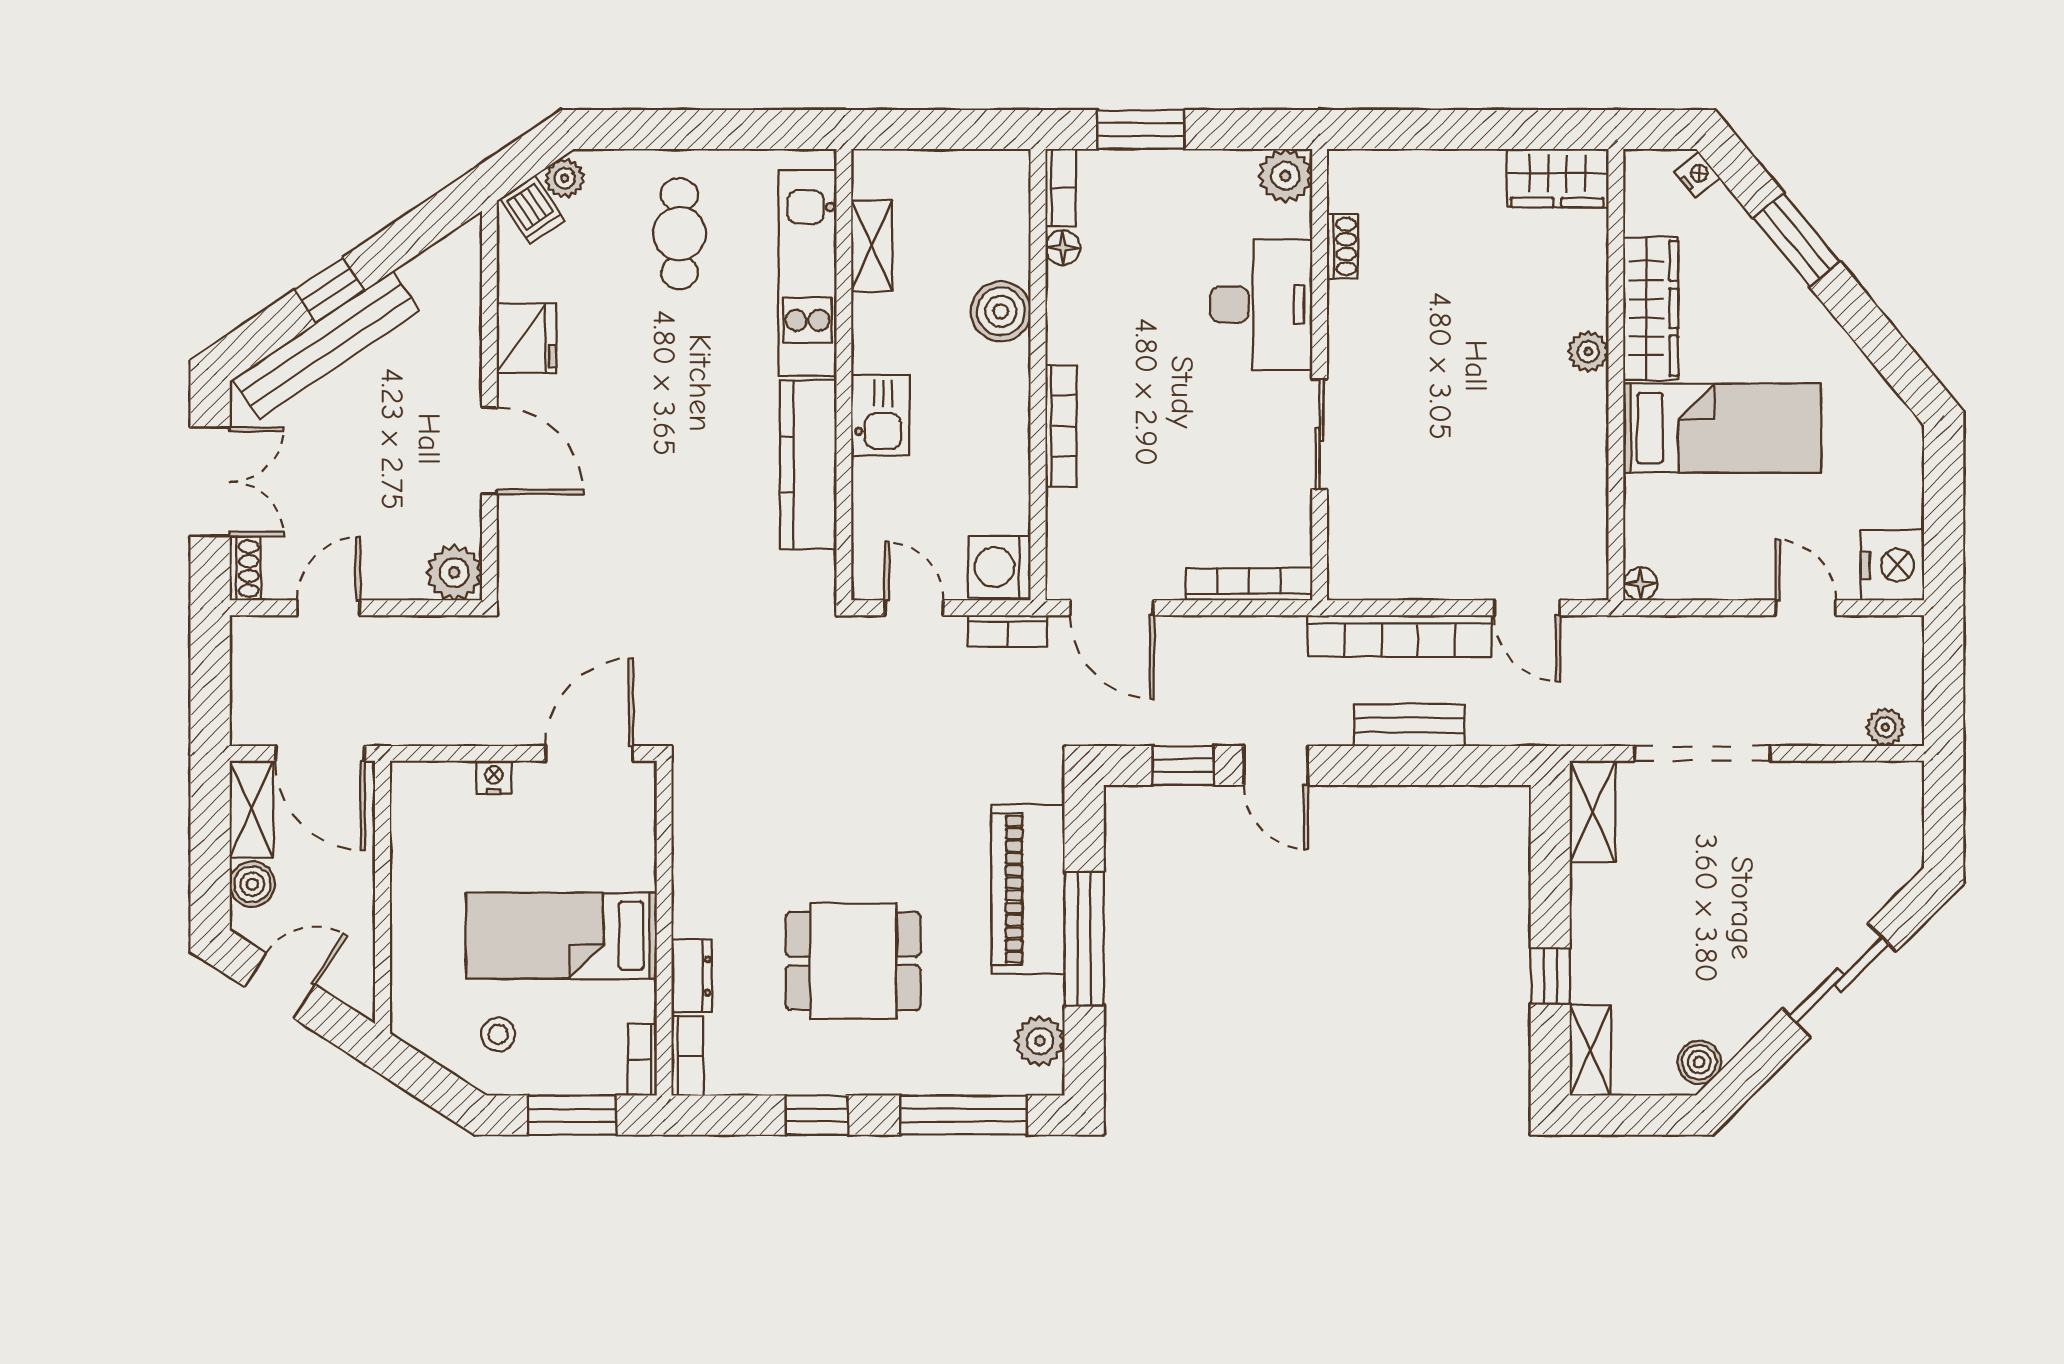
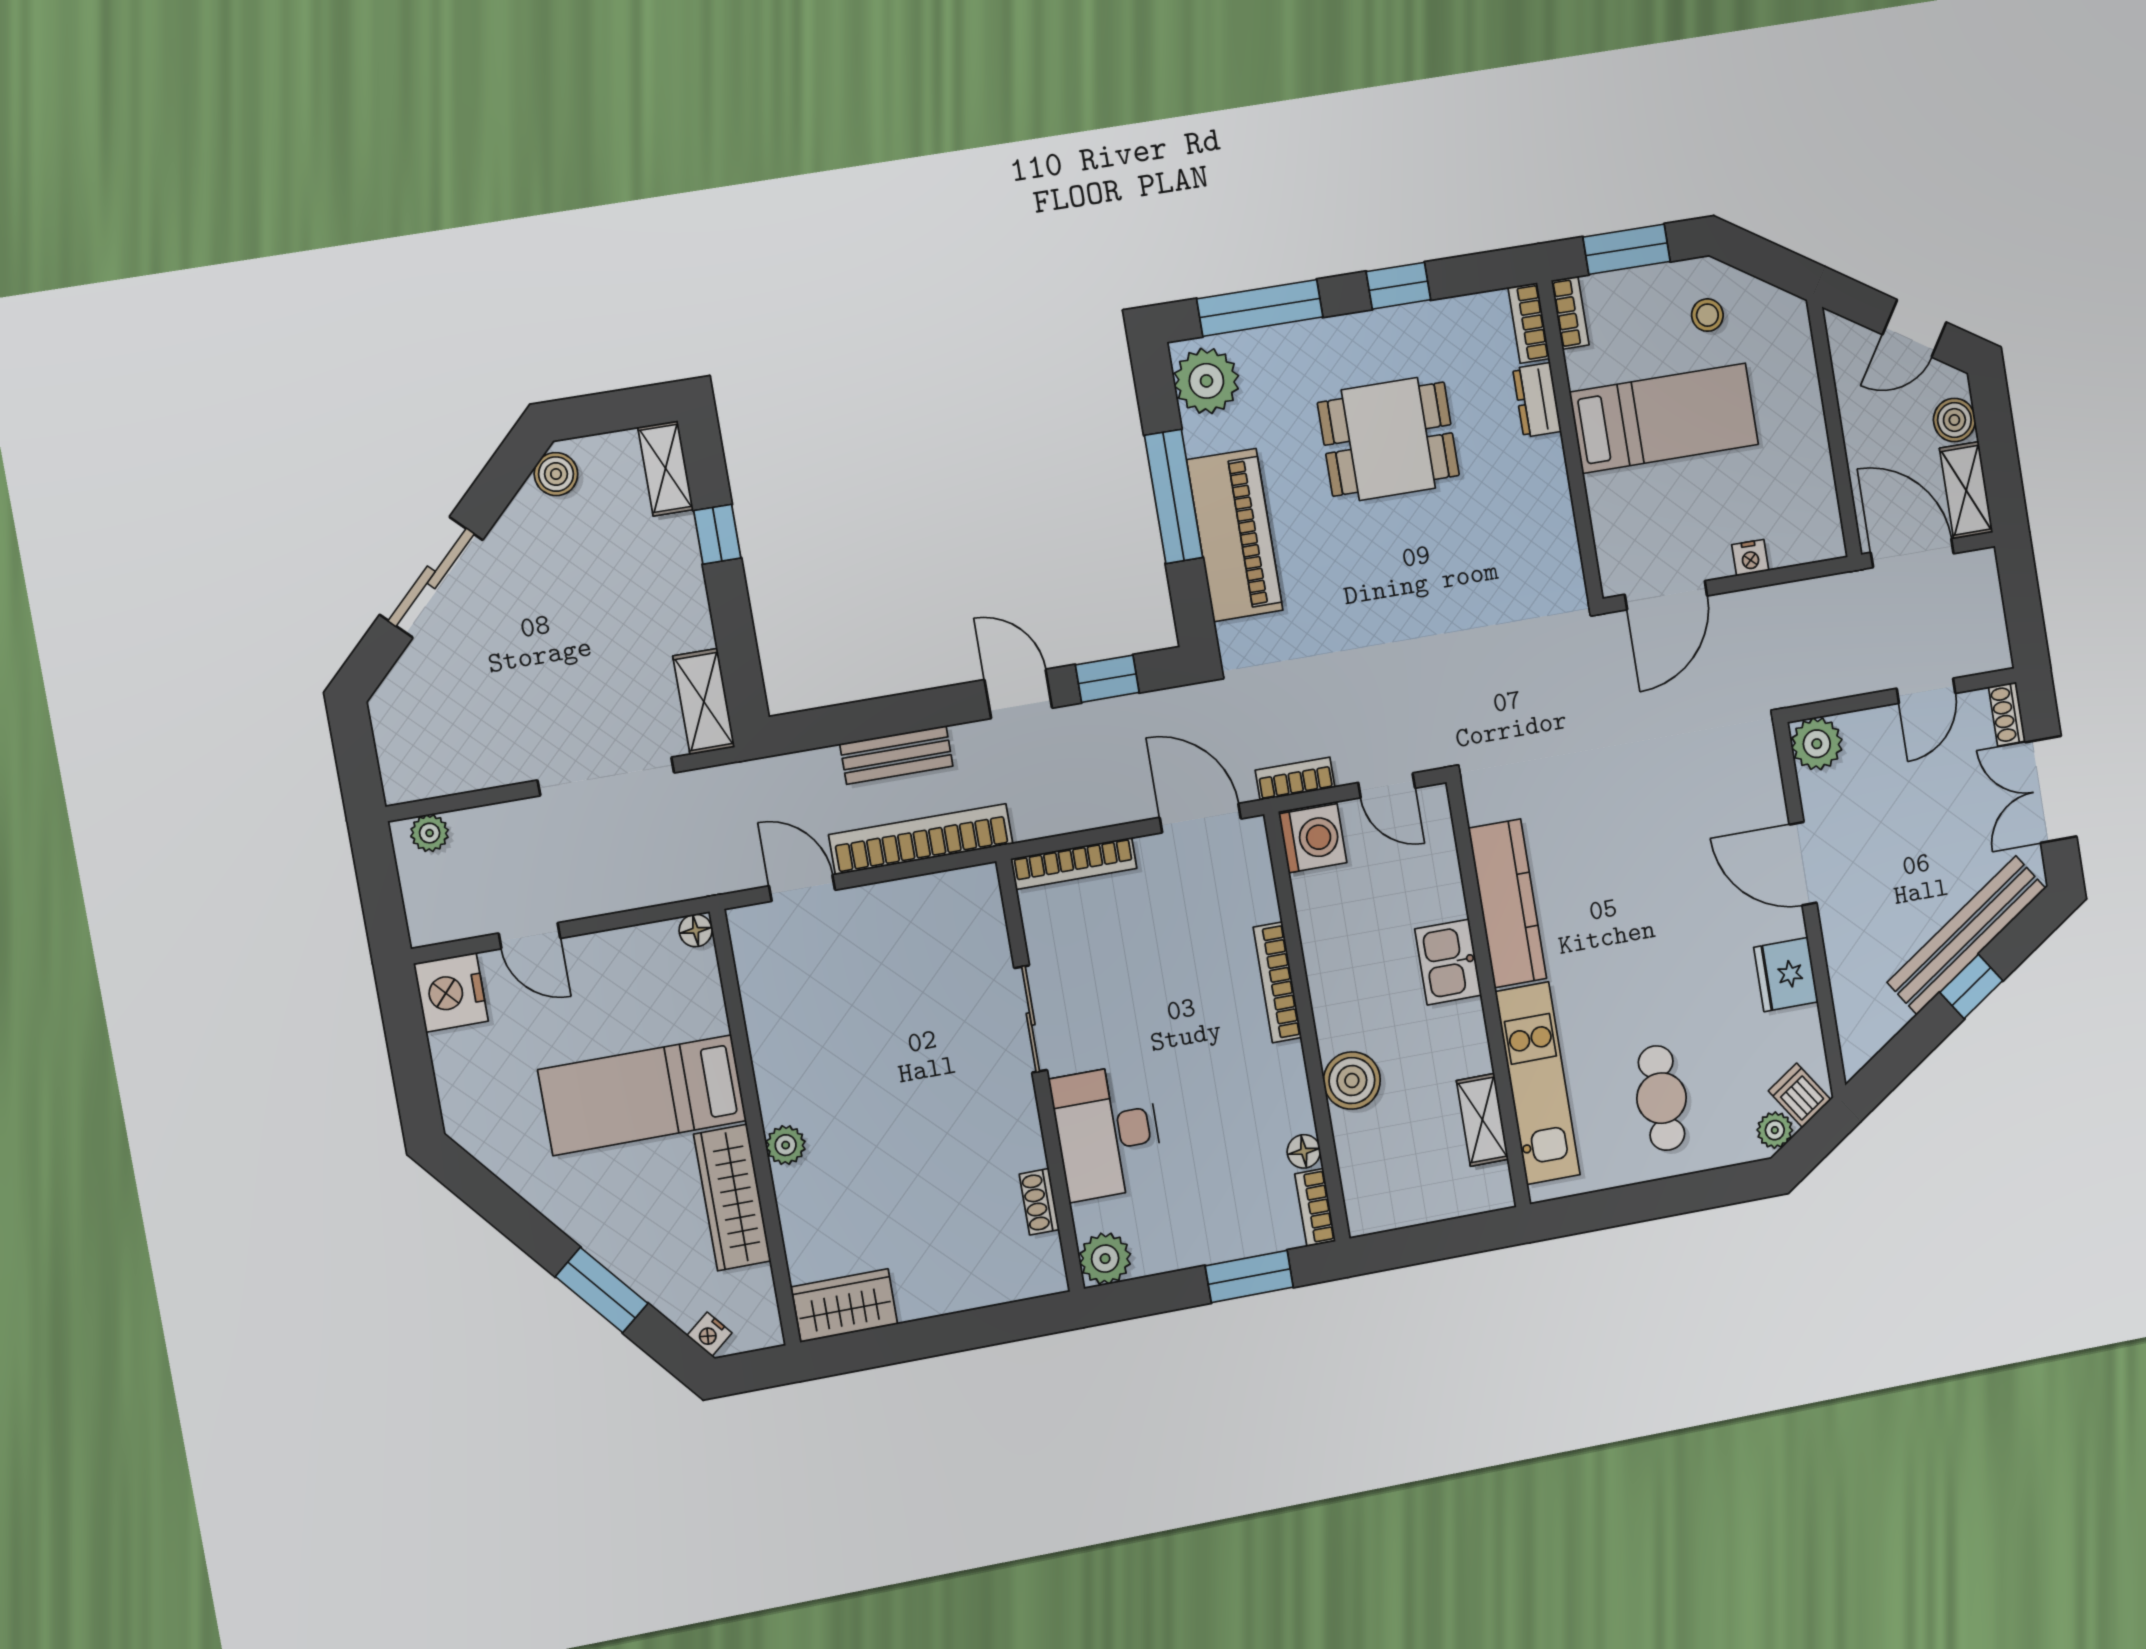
plant: (1040, 1041) -> (1206, 381), width x1.36, depth x1.36

